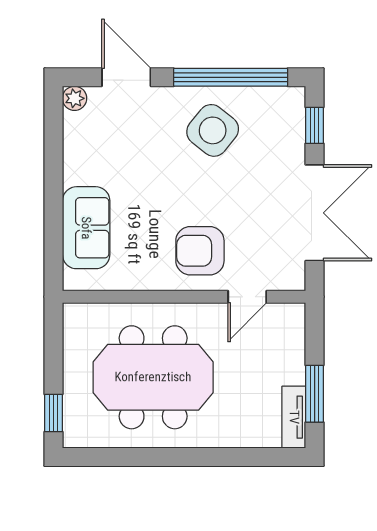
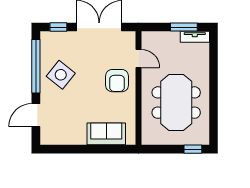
plant: (75, 98) -> (46, 139), removed

